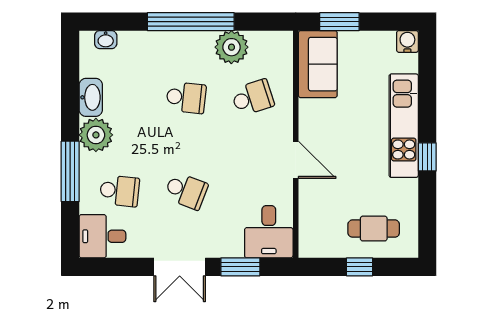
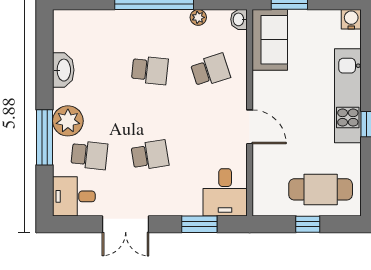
washbasin: (106, 40) -> (239, 19), moved, turned 90
plant: (231, 47) -> (198, 17), width x0.53, depth x0.53
plant: (96, 135) -> (68, 121), moved
school desk: (186, 191) -> (150, 155), turned -30
cafe table: (374, 229) -> (321, 189), width x1.37, depth x1.35
double door: (180, 267) -> (126, 224), moved

